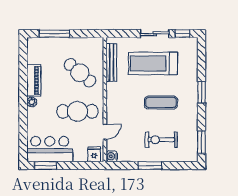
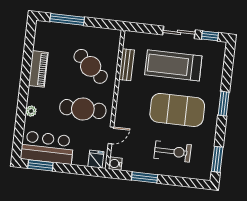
bench: (112, 63) -> (127, 65), width x0.73
plant: (32, 102) -> (31, 111), moved
exercise mat: (161, 102) -> (177, 110), width x2.00, depth x1.45
exercise bike: (161, 140) -> (173, 152), turned 180
window: (150, 166) -> (145, 177), moved

